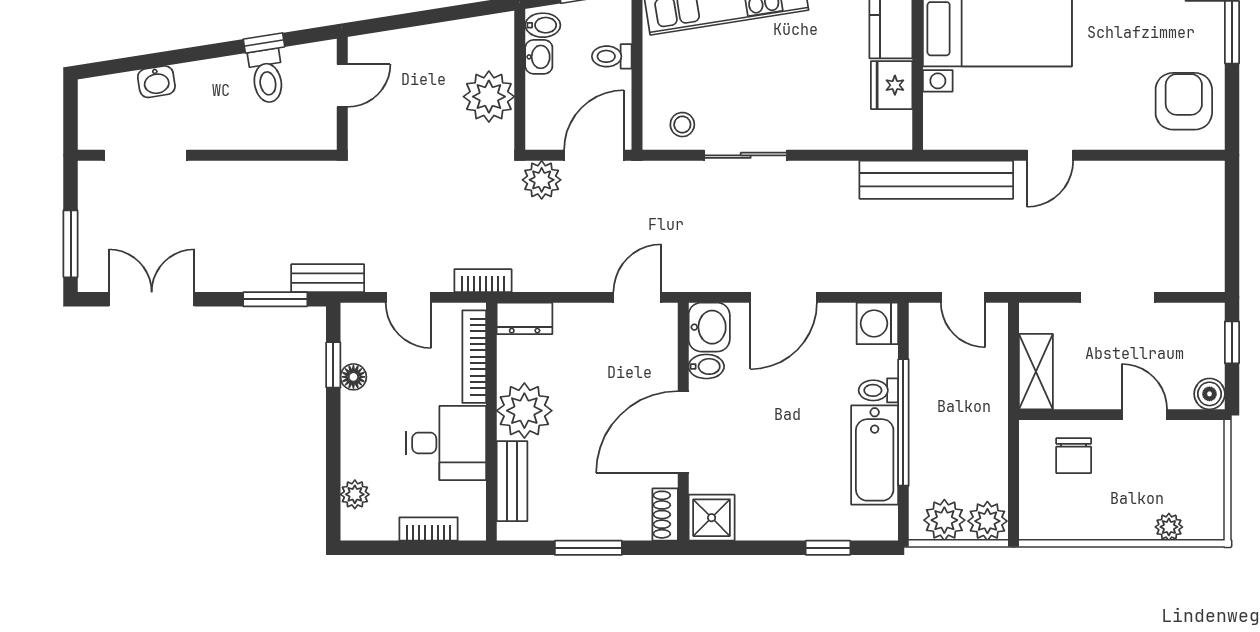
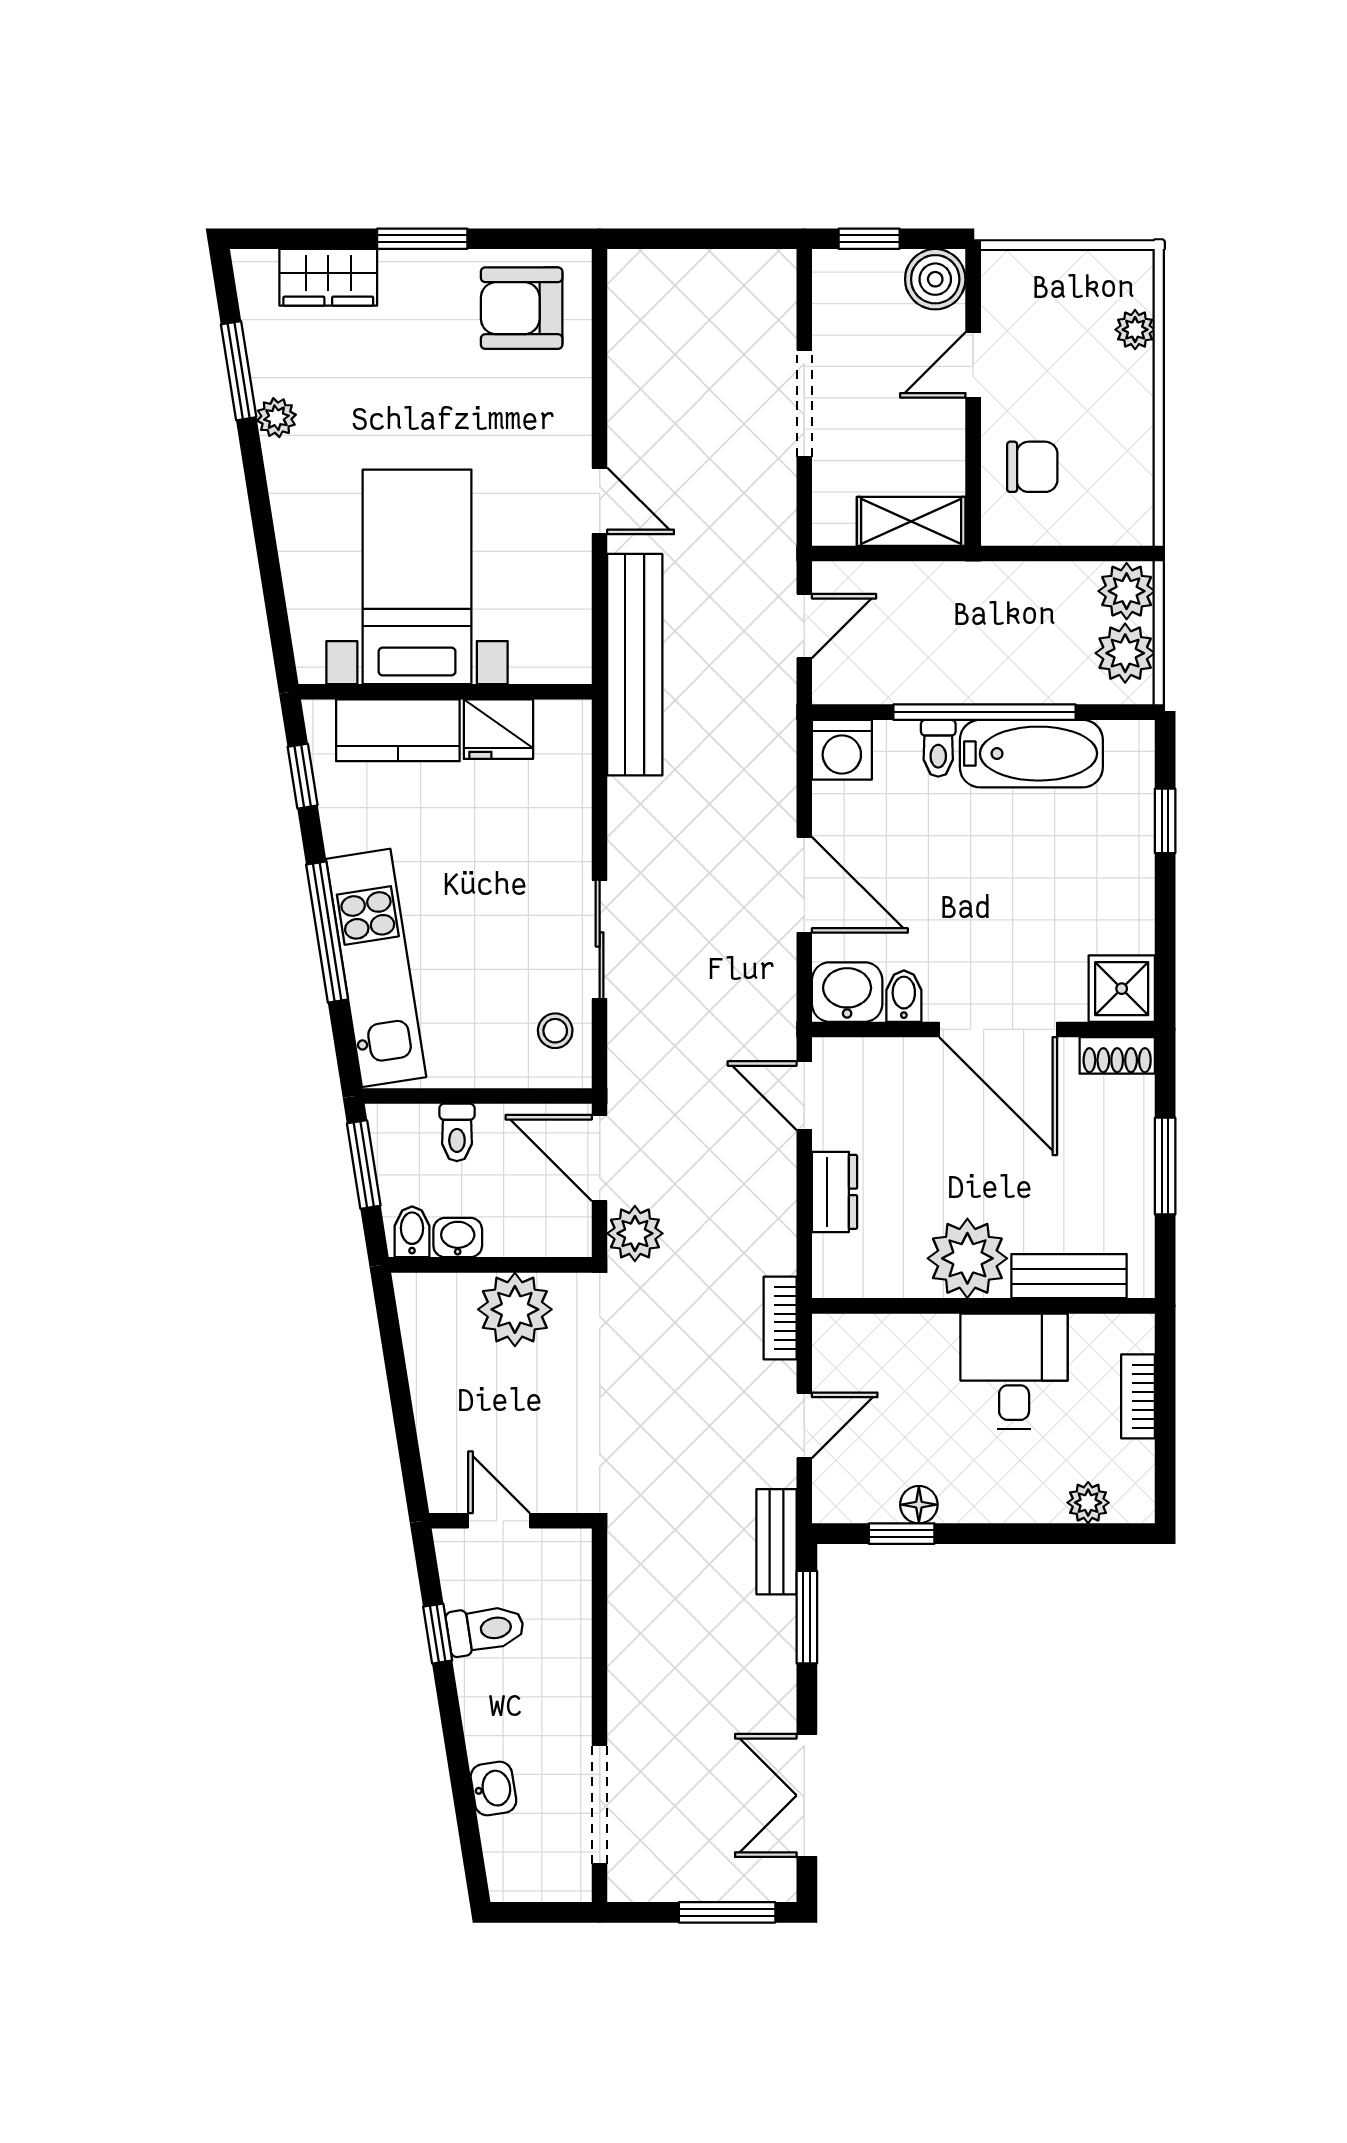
dresser: (525, 318) -> (835, 1192), moved
bookcase: (474, 357) -> (890, 1331), removed
boiler: (1209, 394) -> (935, 279), width x1.36, depth x1.36

